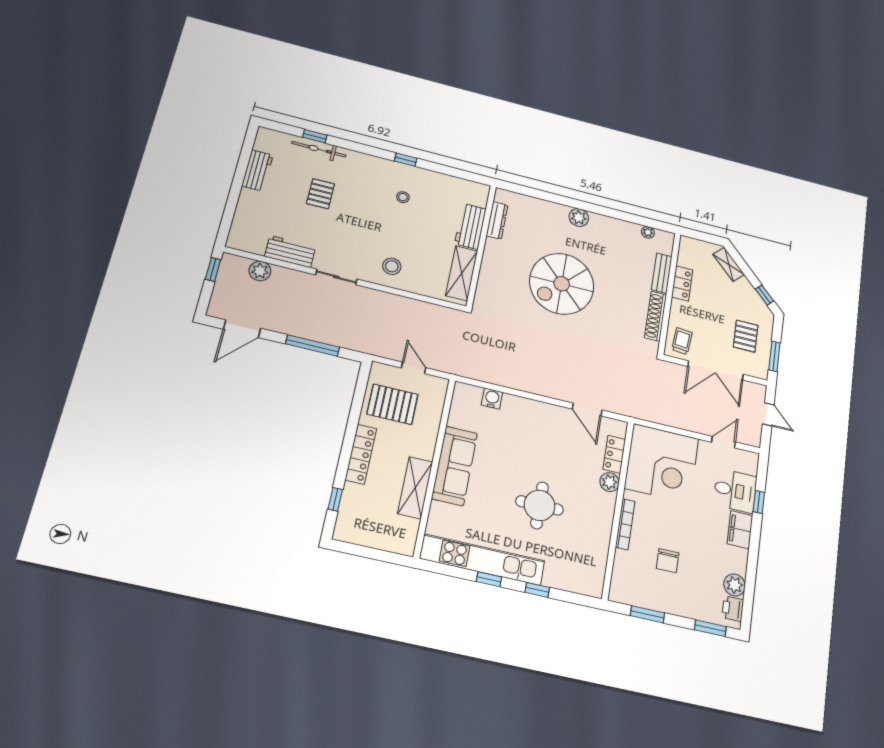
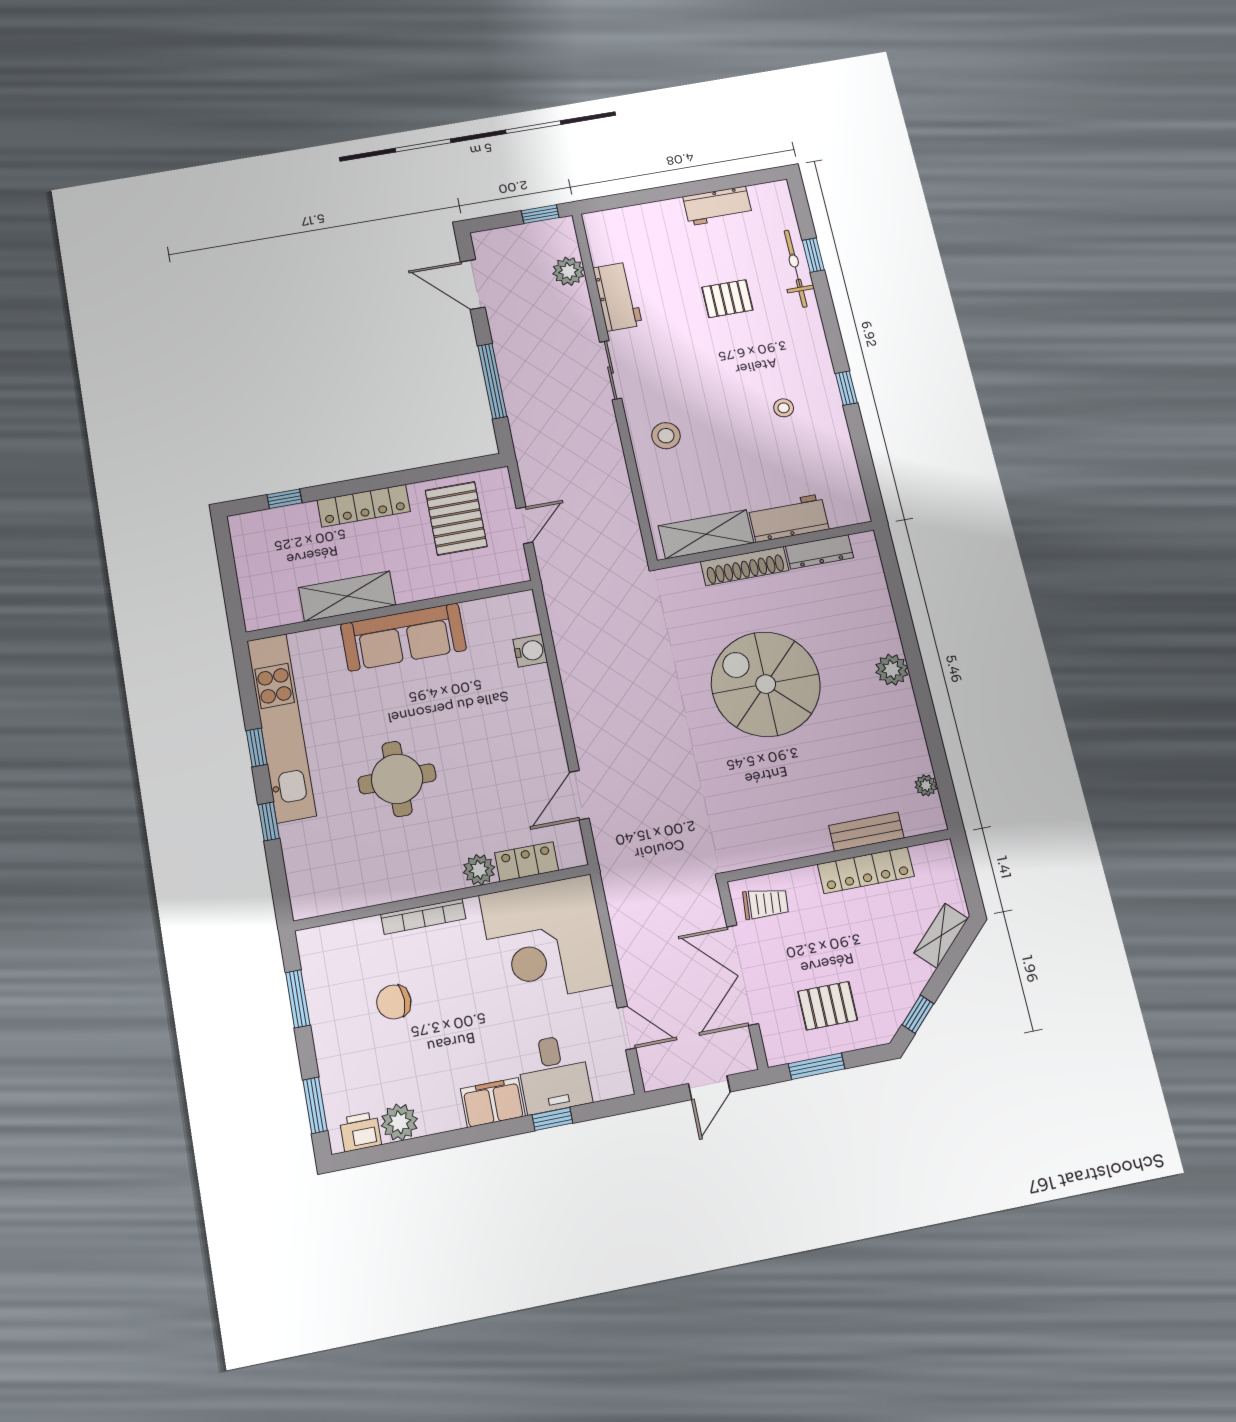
locker: (682, 283) -> (866, 870), width x1.53
shoe rack: (656, 316) -> (745, 566), moved, turned 180

